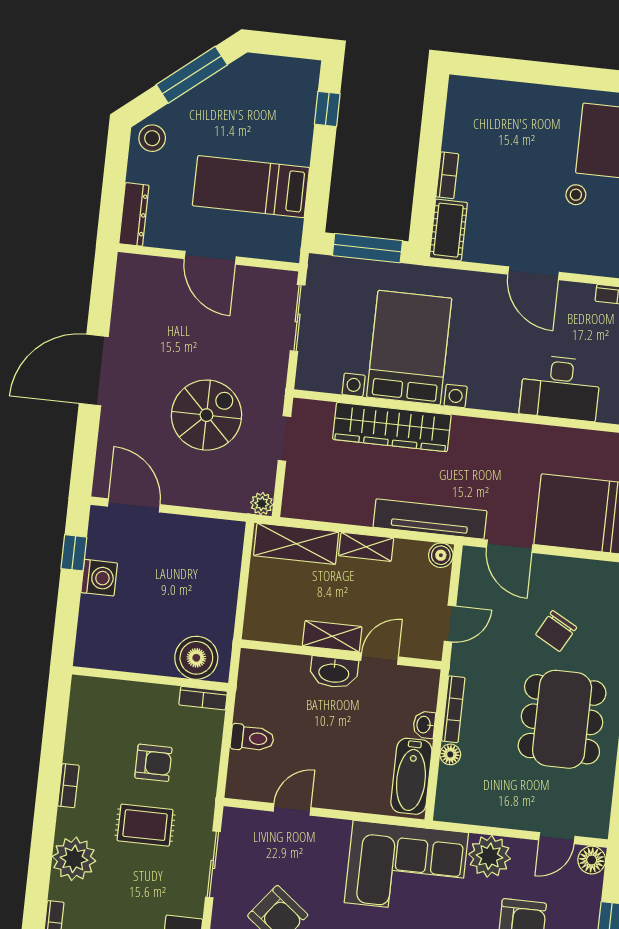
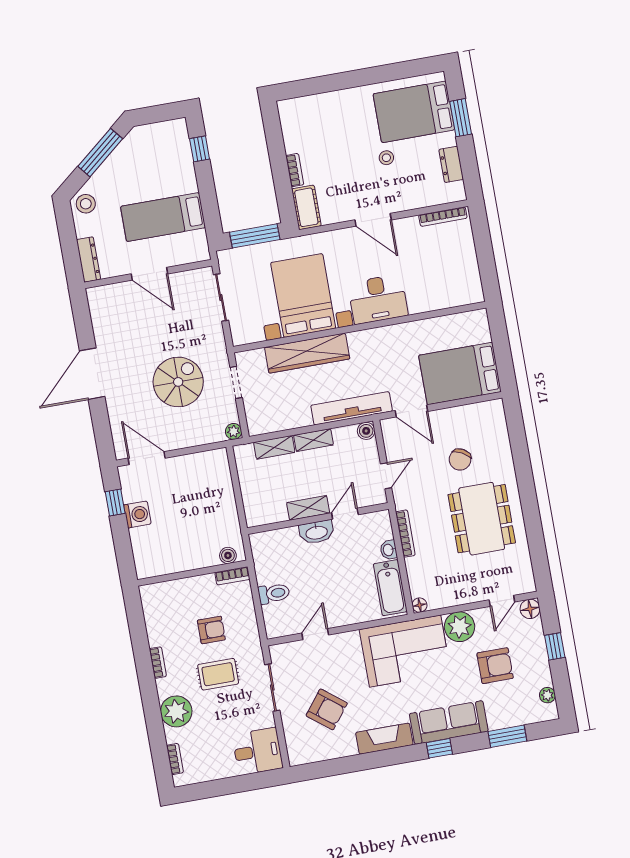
desk: (560, 388) -> (378, 299), moved
shelving: (296, 544) -> (274, 447), width x0.67, depth x0.75
boiler: (196, 658) -> (228, 555), width x0.54, depth x0.54
floor lamp: (450, 754) -> (420, 605), moved

